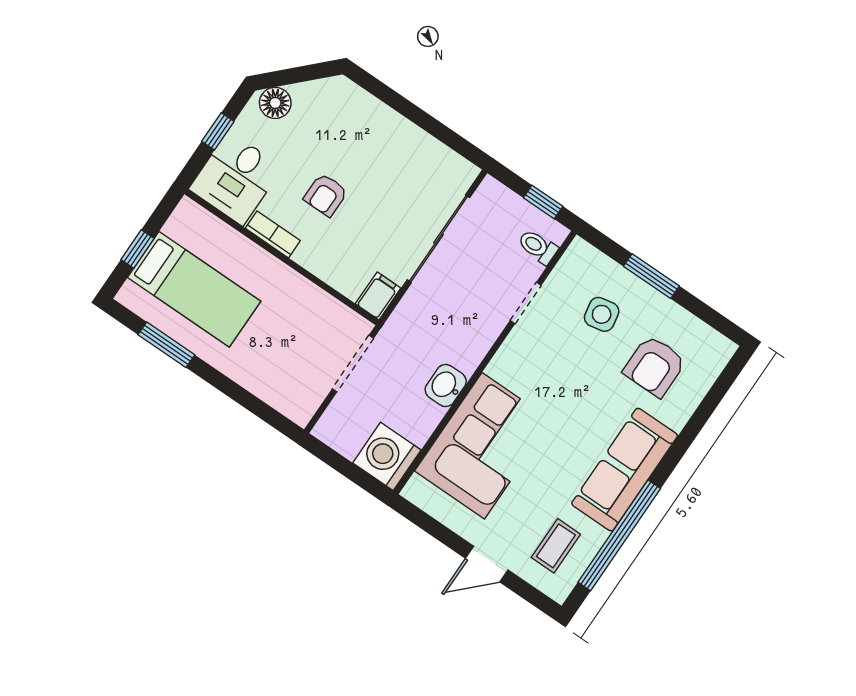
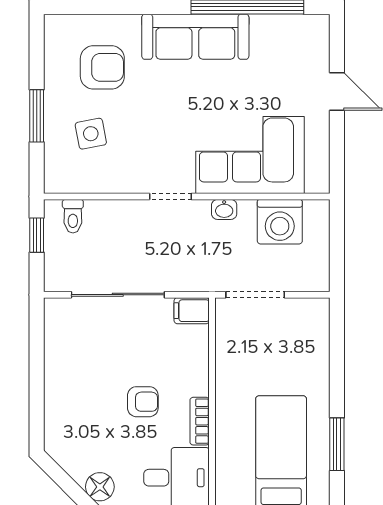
doorway: (526, 303) -> (171, 196), moved
washbasin: (446, 386) -> (224, 209), width x0.72, depth x0.69
washing machine: (387, 456) -> (280, 222), moved
coffee table: (556, 546) -> (288, 49), removed

